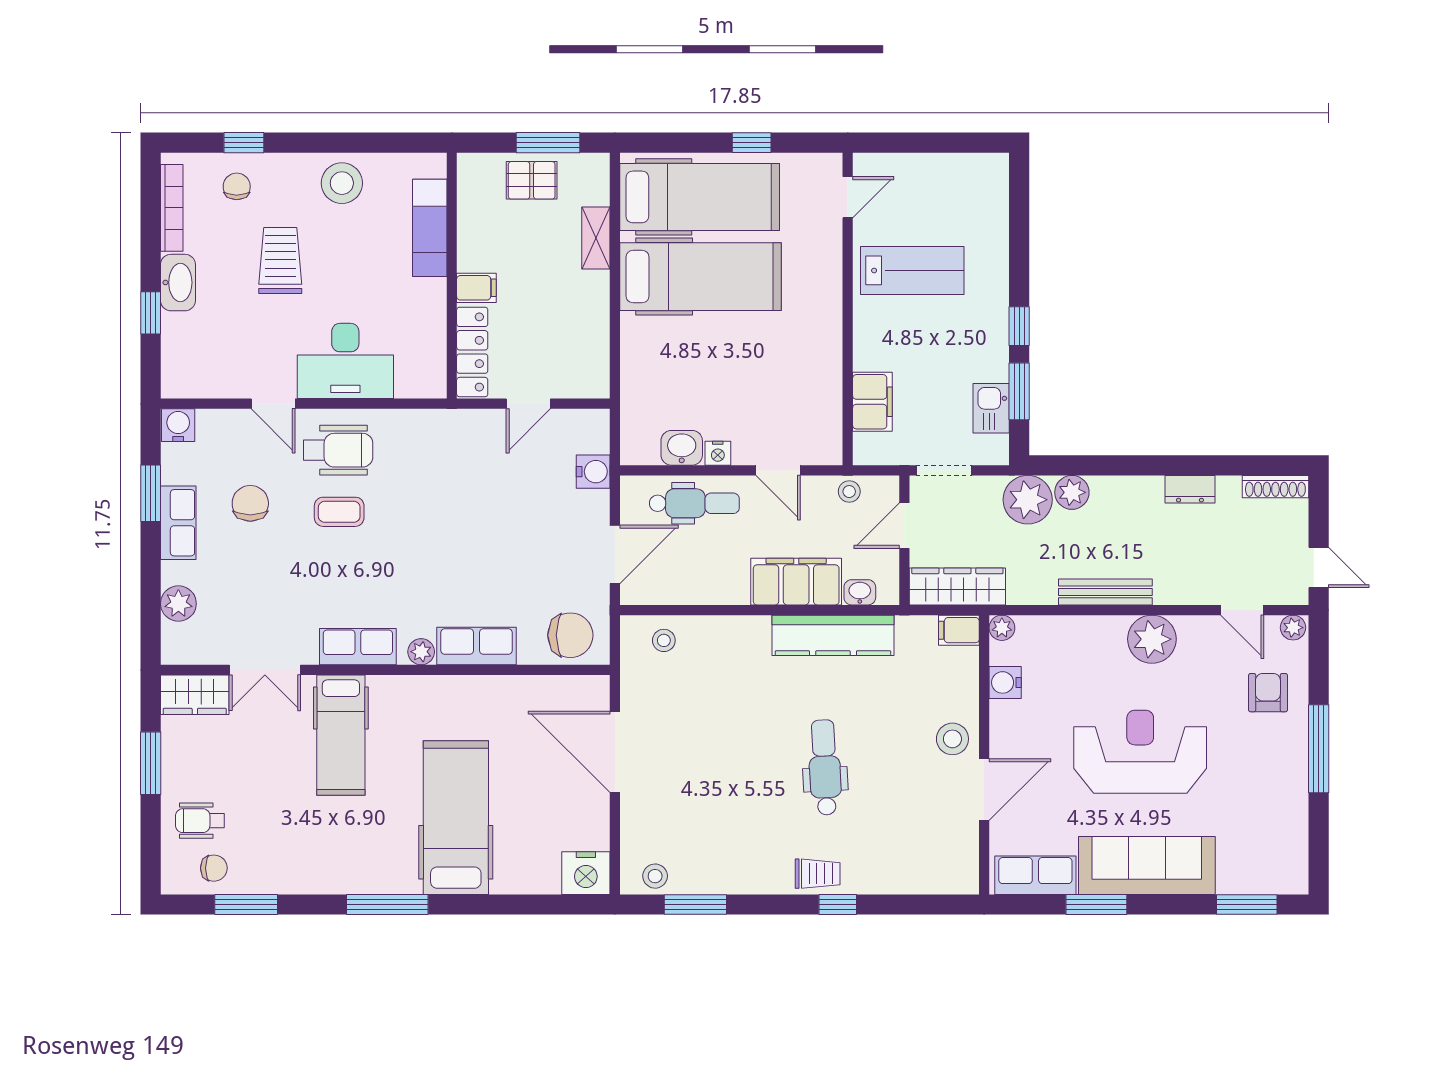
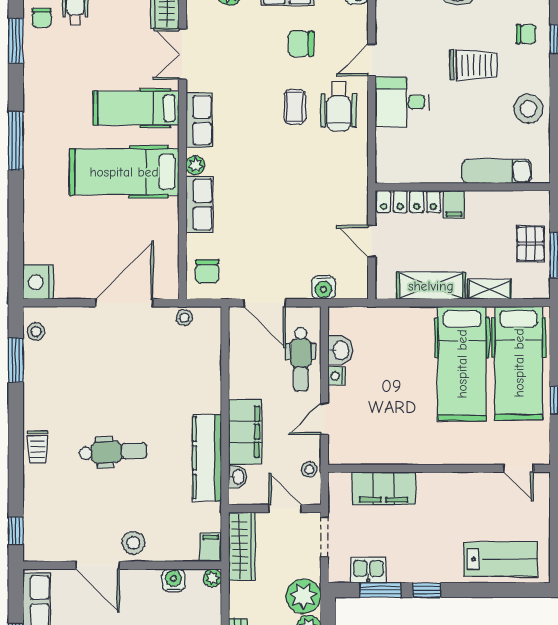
lab bench: (912, 270) -> (501, 559), moved, turned -90
shelving: (591, 320) -> (431, 286), added
desk: (345, 361) -> (402, 102), width x0.73
filing cabinet: (872, 402) -> (384, 488), width x1.50, depth x1.17
chair: (250, 503) -> (301, 44), turned 180
chair: (570, 635) -> (207, 271), width x0.73, depth x0.73
stool: (664, 640) -> (184, 318), moved
hospital bed: (456, 818) -> (124, 172), moved, turned 180
window: (838, 905) -> (16, 531), moved

